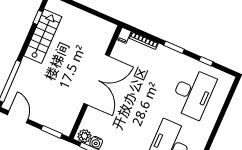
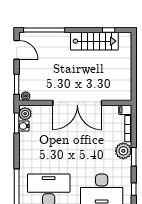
plant: (164, 55) -> (123, 151), added
door: (18, 117) -> (17, 50), hinge flipped
plant: (67, 128) -> (26, 96), added

